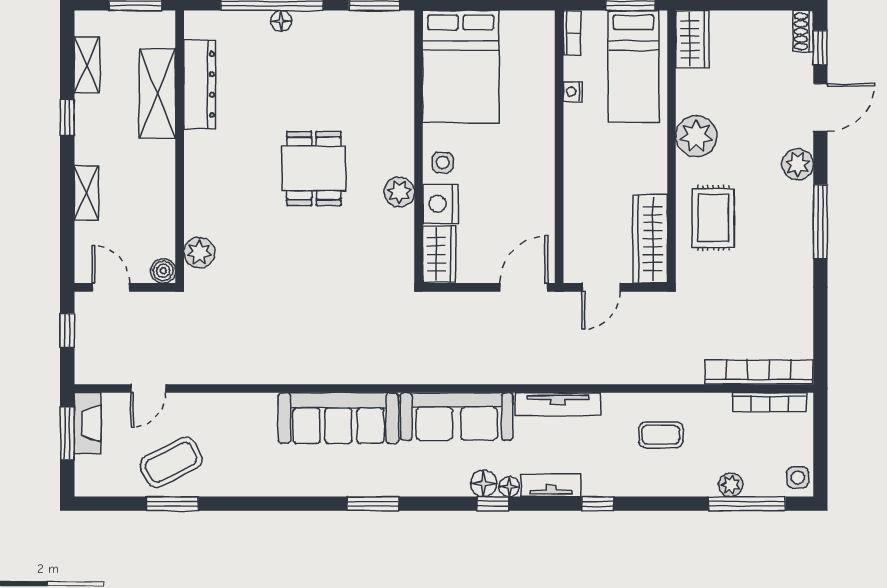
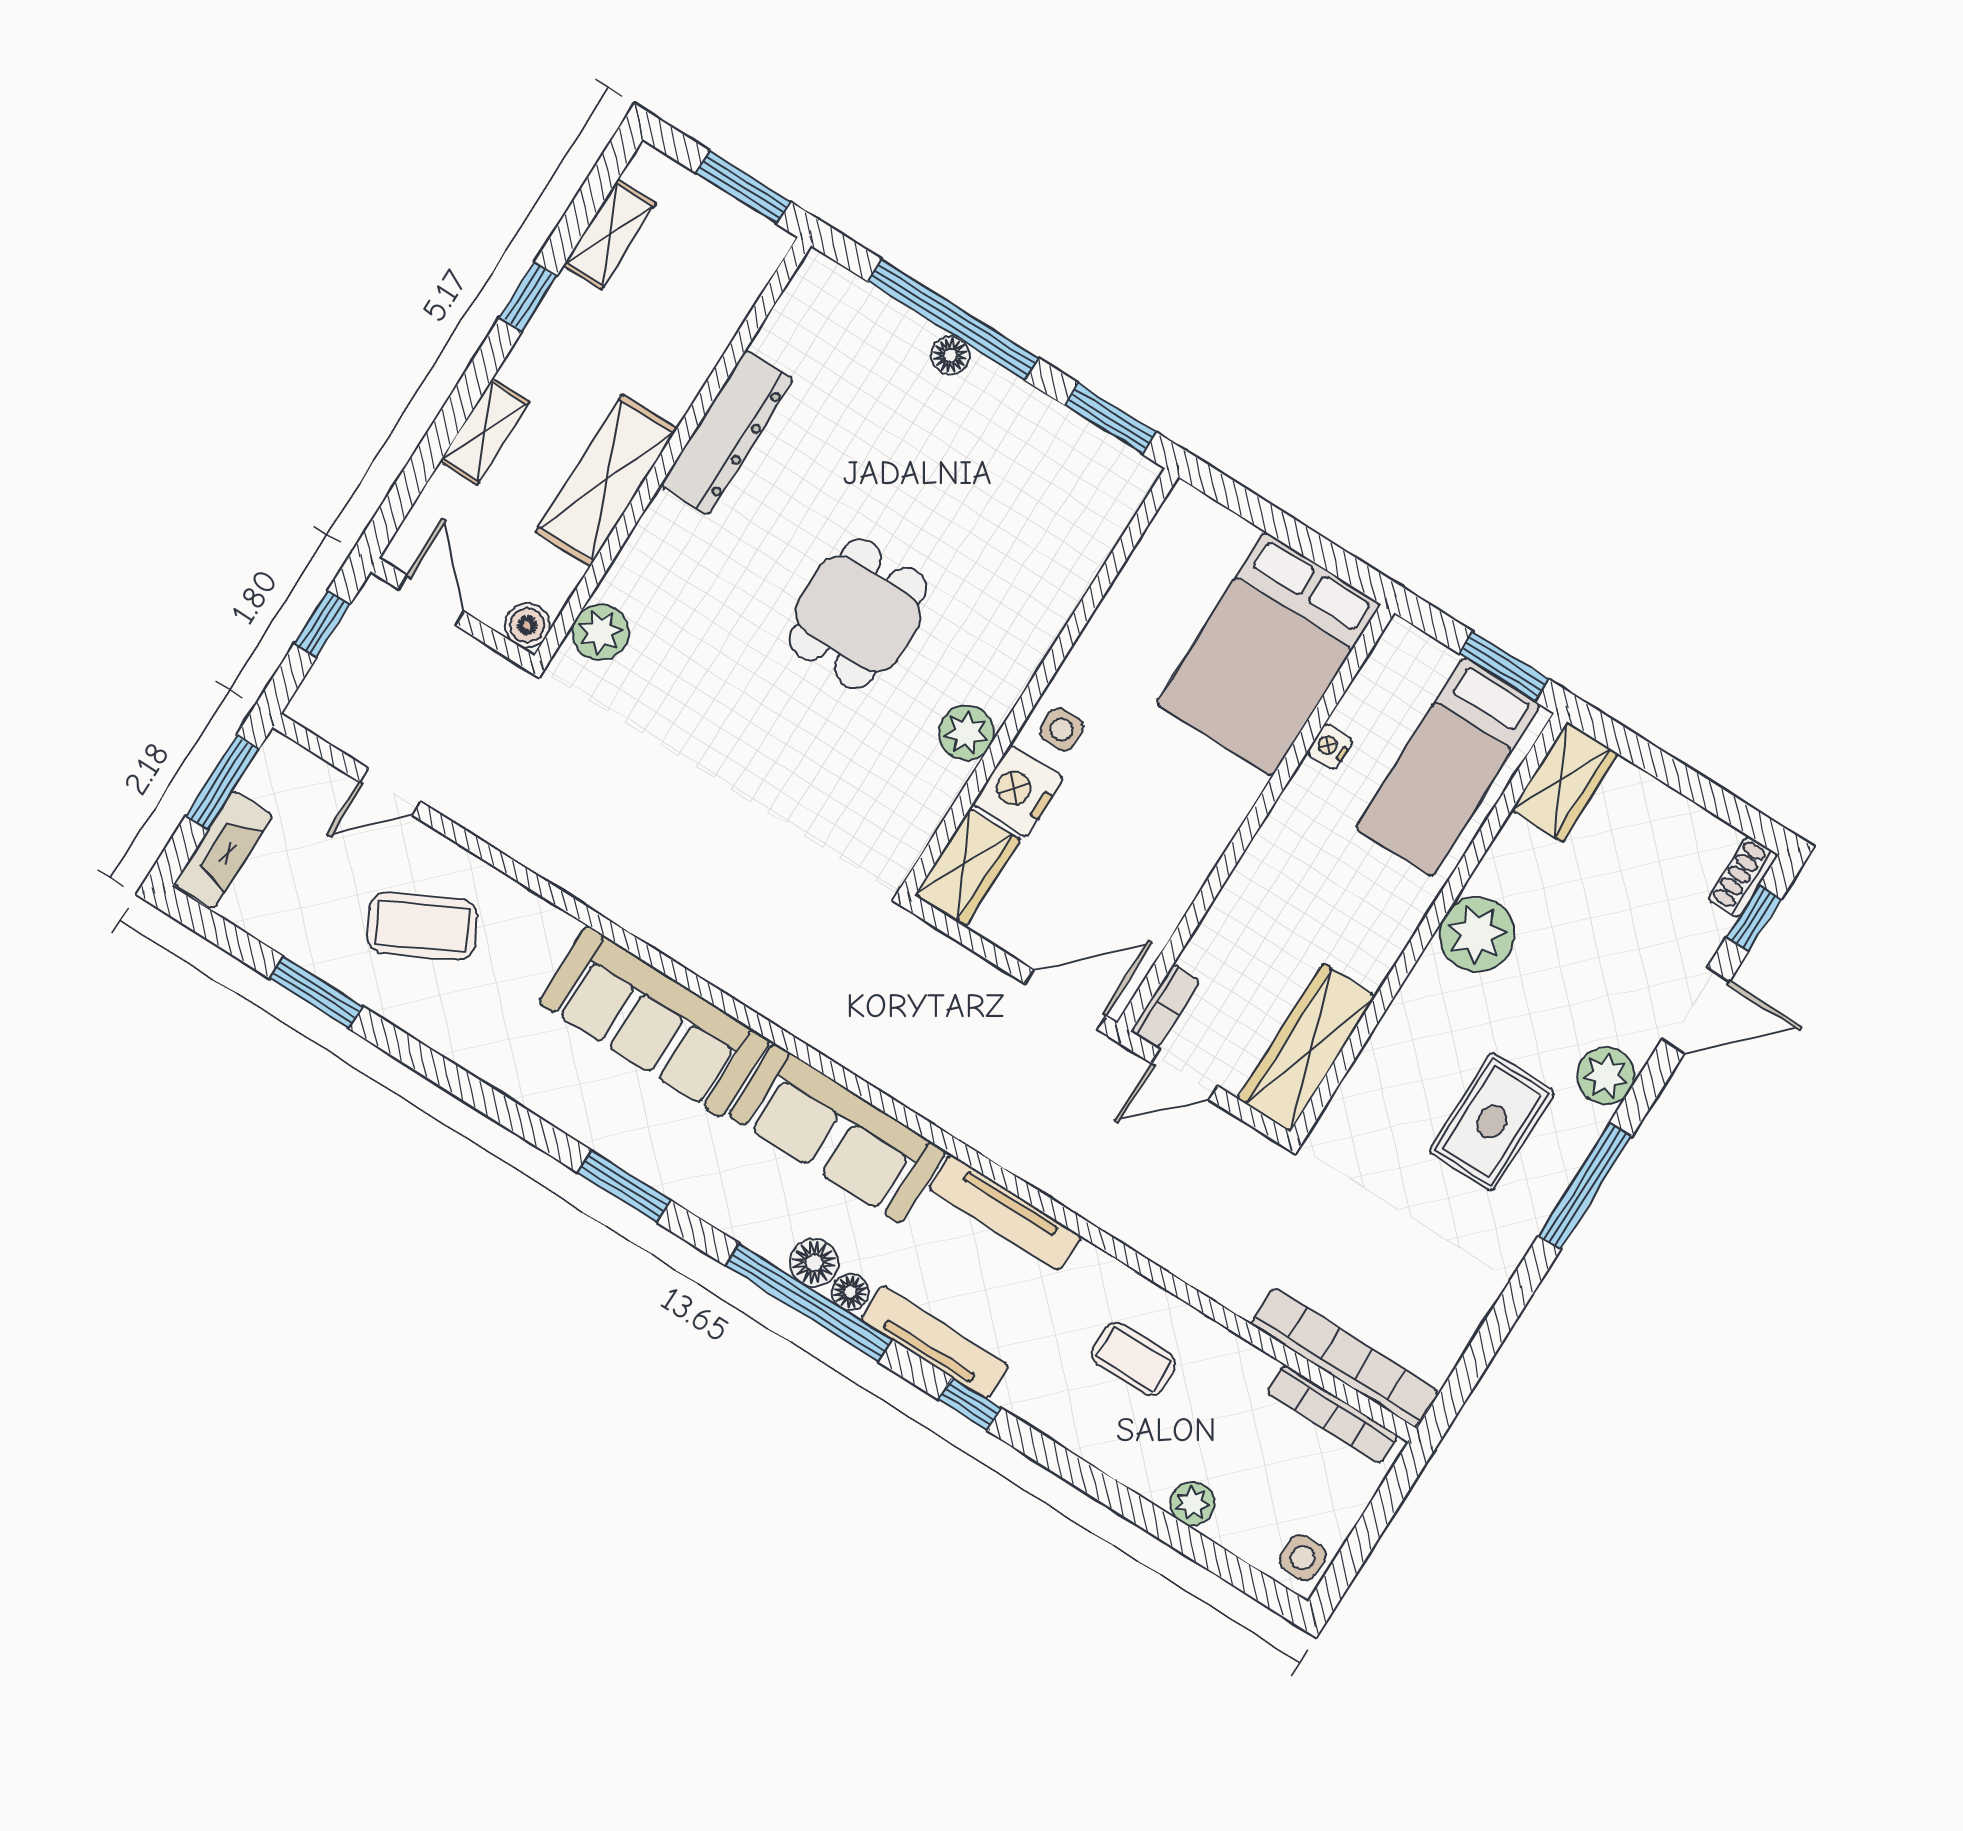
bookcase: (572, 33) -> (1165, 1006), moved
bed: (461, 67) -> (1268, 654), moved
dresser: (200, 84) -> (727, 432), moved
shelving: (157, 93) -> (606, 480), moved
rug: (713, 218) -> (1492, 1122), moved
fireplace: (87, 423) -> (223, 850), moved
coffee table: (171, 462) -> (422, 926), moved
tv unit: (551, 485) -> (934, 1342), width x1.41
window: (493, 504) -> (809, 1303), width x3.17
window: (747, 504) -> (1199, 1549), removed

